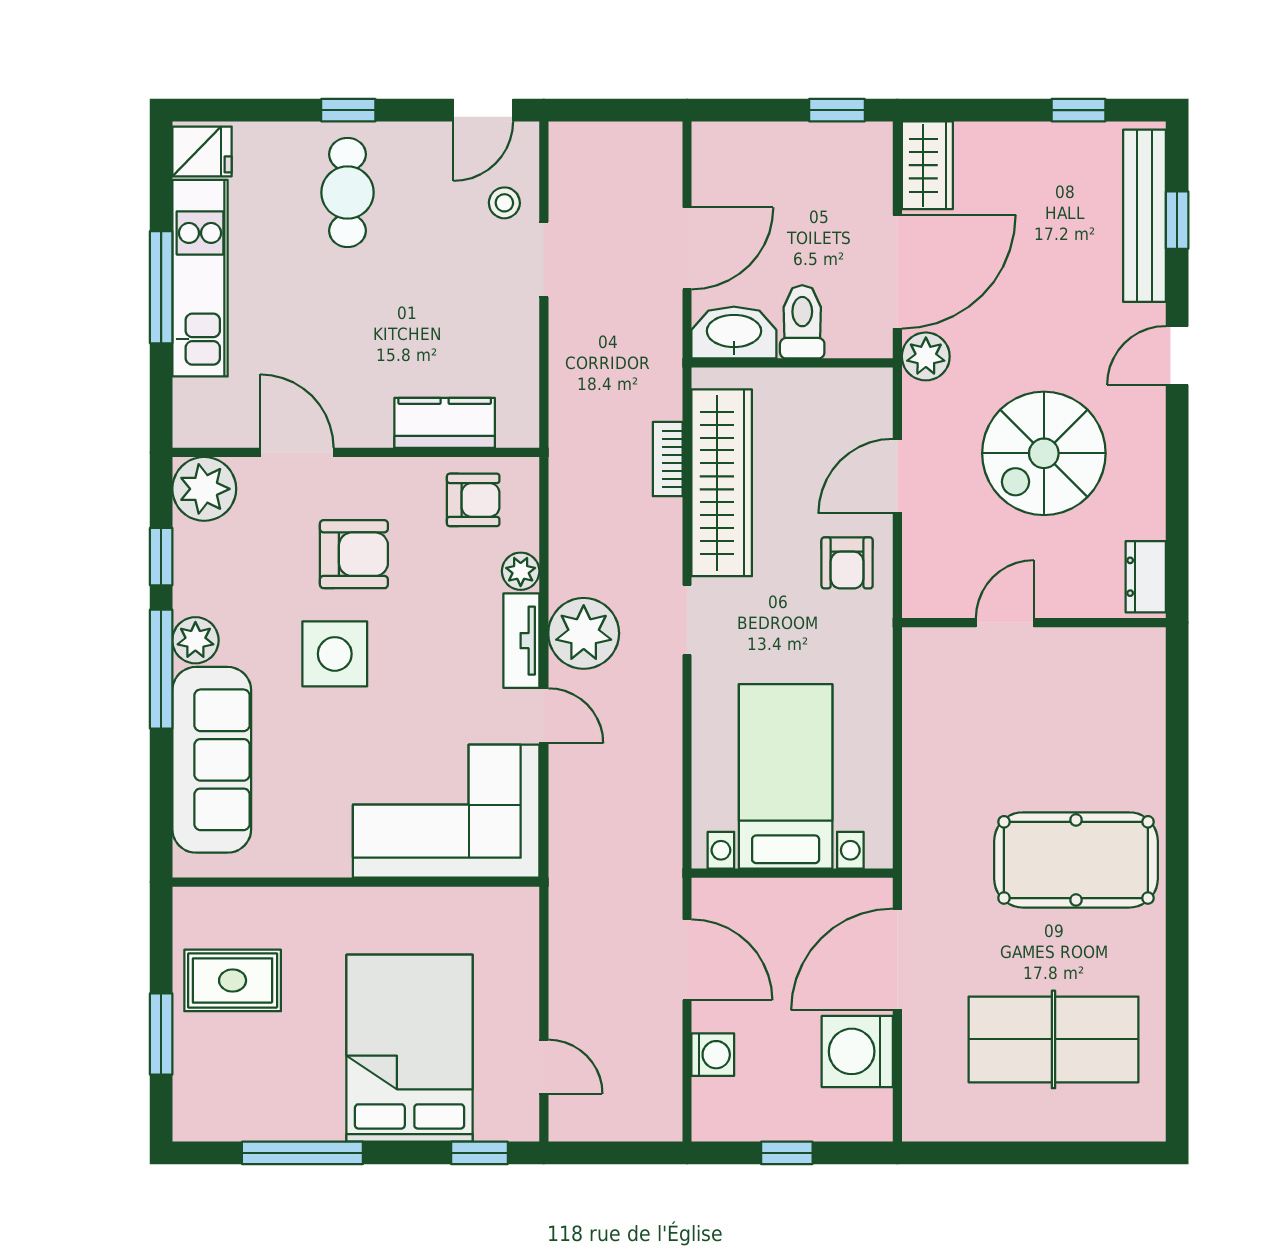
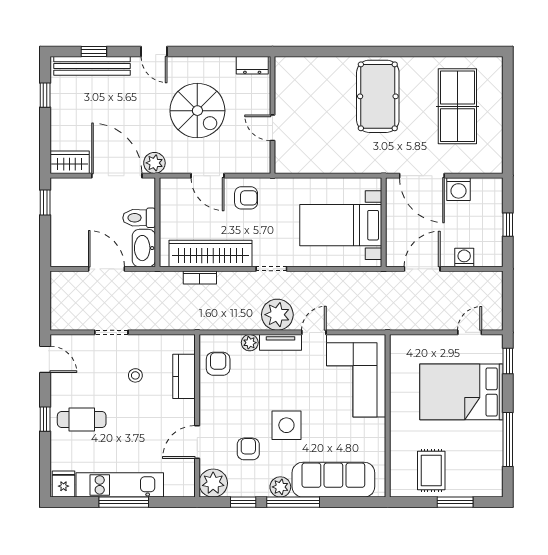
stool: (504, 203) -> (135, 375), moved
armchair: (354, 554) -> (248, 449), moved, width x0.72, depth x0.72
washing machine: (857, 1051) -> (459, 189), width x0.73, depth x0.73

